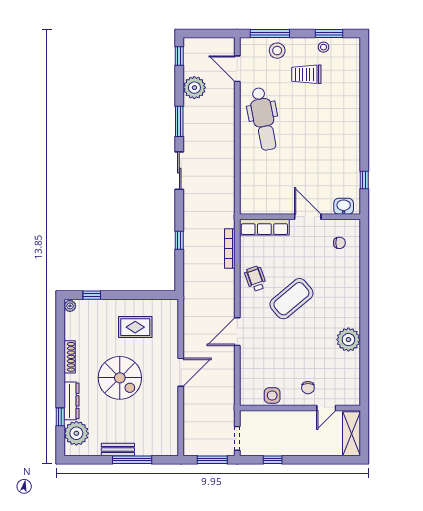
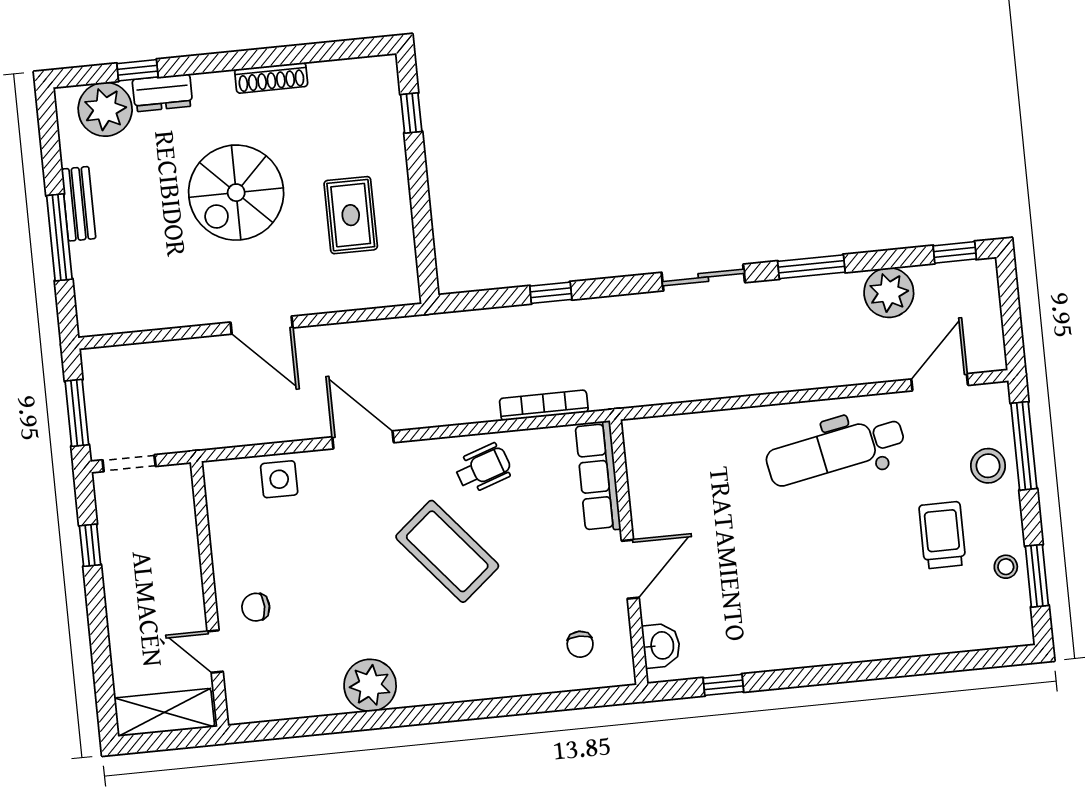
plant: (70, 306) -> (383, 67), removed
side table: (272, 395) -> (279, 479), moved
dresser: (71, 401) -> (162, 93), width x0.70

